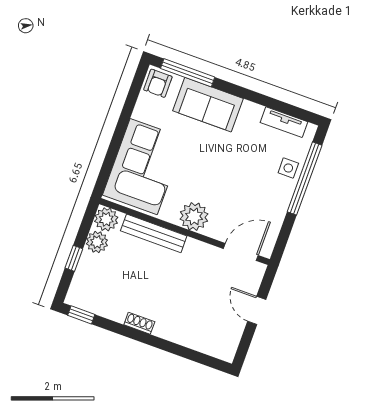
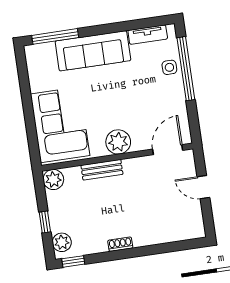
armchair: (158, 83) -> (37, 56), removed
sofa: (208, 105) -> (93, 51), width x1.36
bench: (154, 233) -> (102, 170), width x0.73
plant: (97, 242) -> (62, 242), moved

